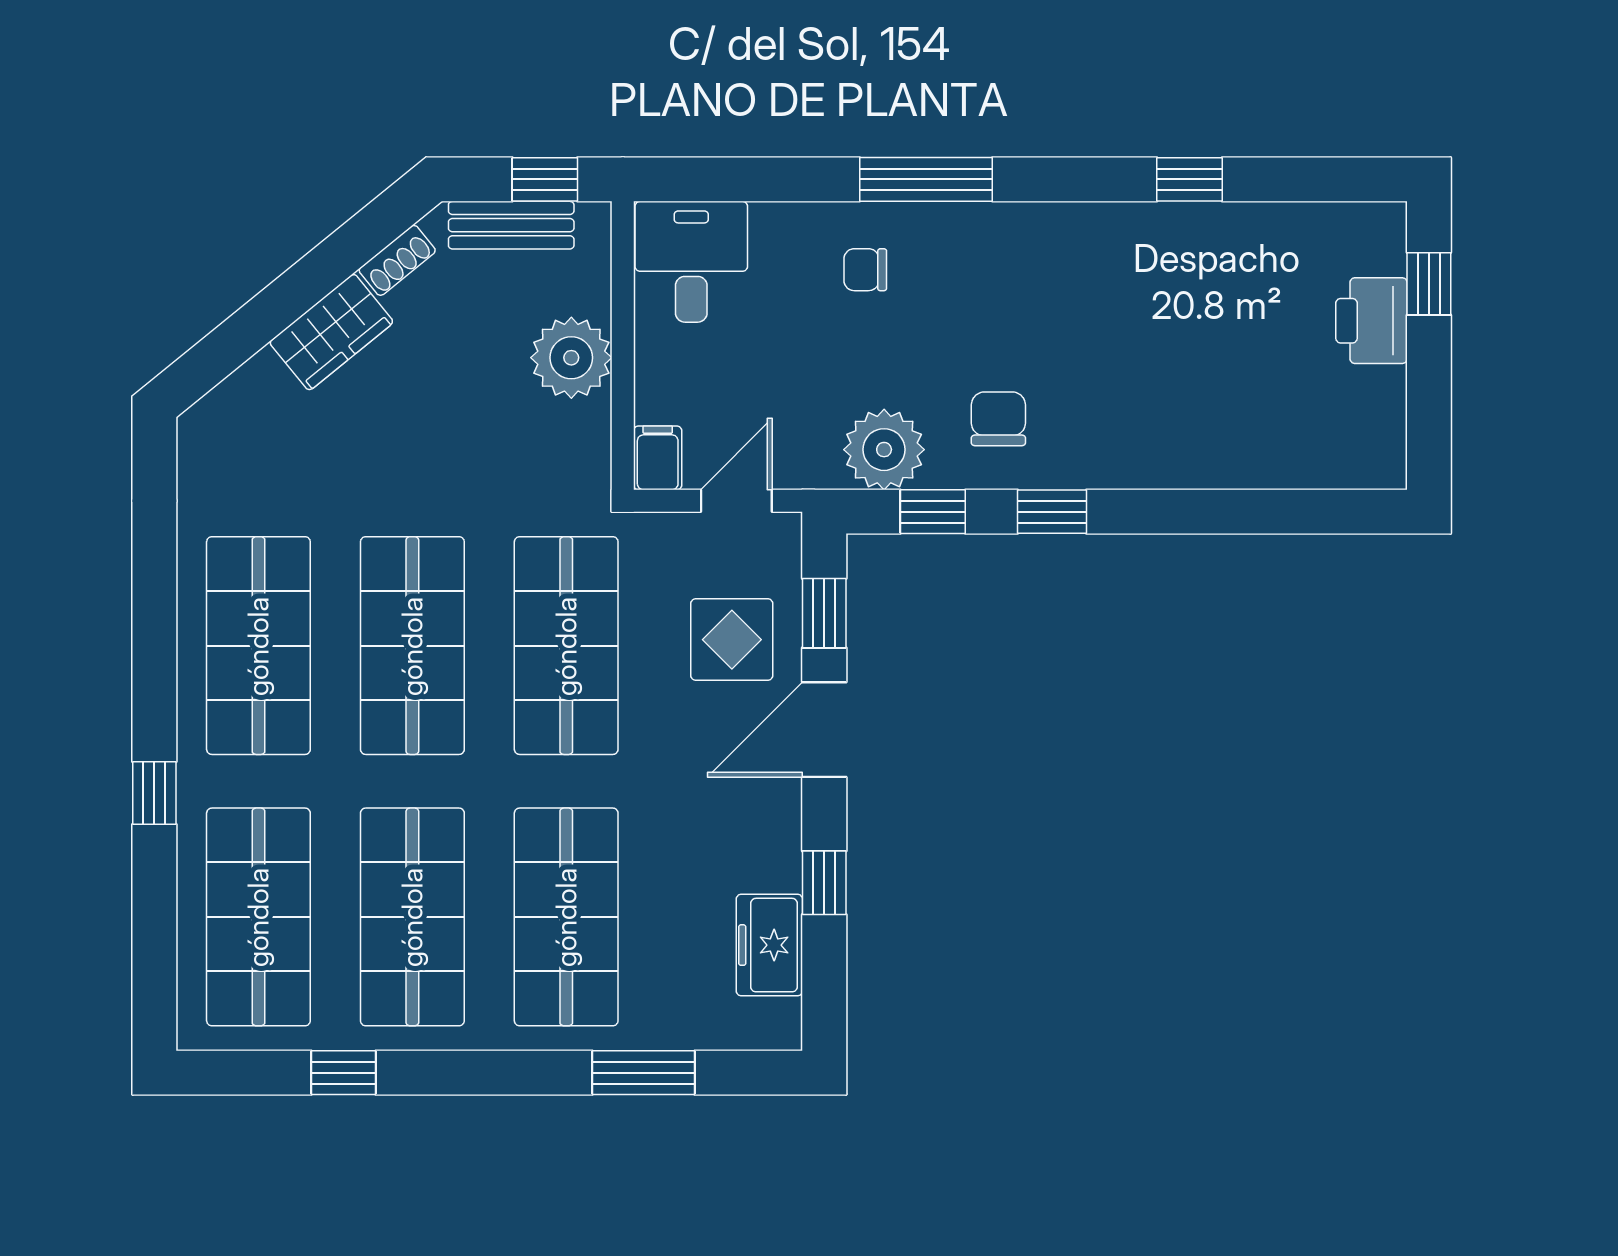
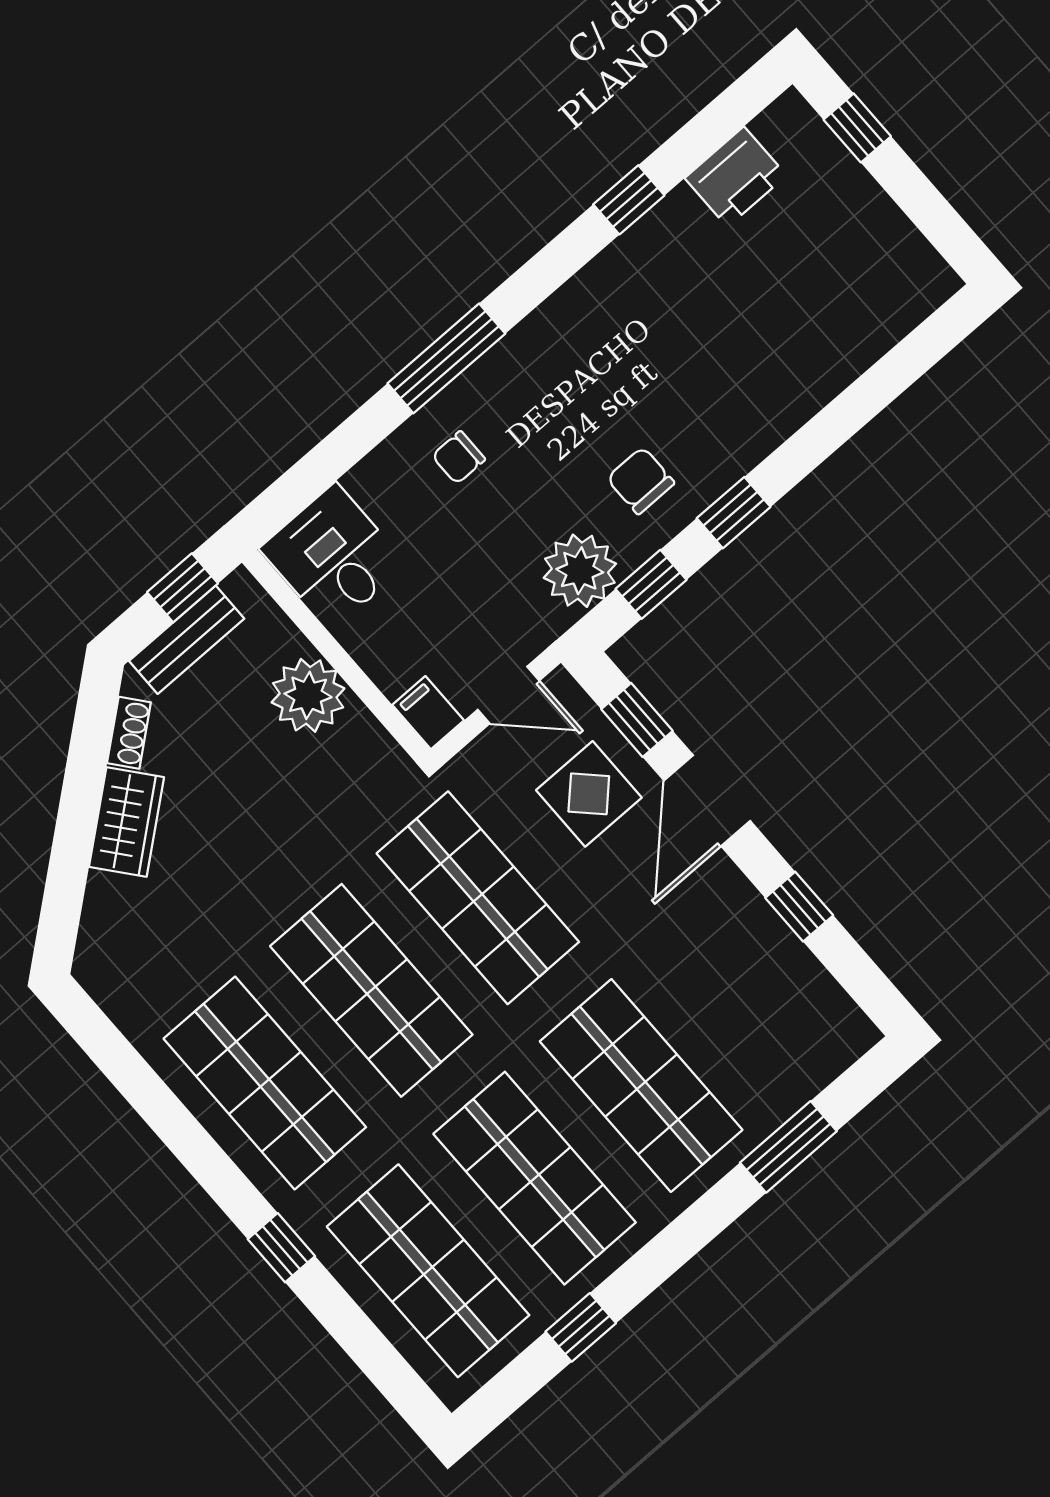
printer: (1371, 321) -> (736, 177), moved, turned -90
door: (736, 501) -> (508, 695), swing flipped
freezer: (769, 945) -> (799, 983), removed

